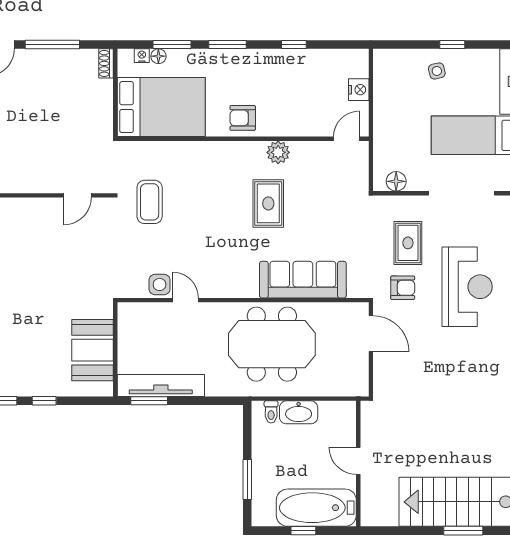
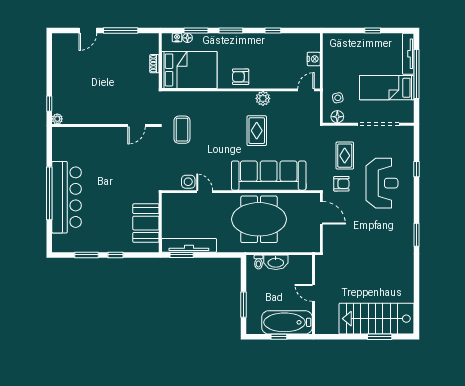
shoe rack: (106, 63) -> (154, 64), moved
side table: (437, 71) -> (338, 98), moved
sofa: (303, 280) -> (269, 176), width x1.36, depth x1.27

